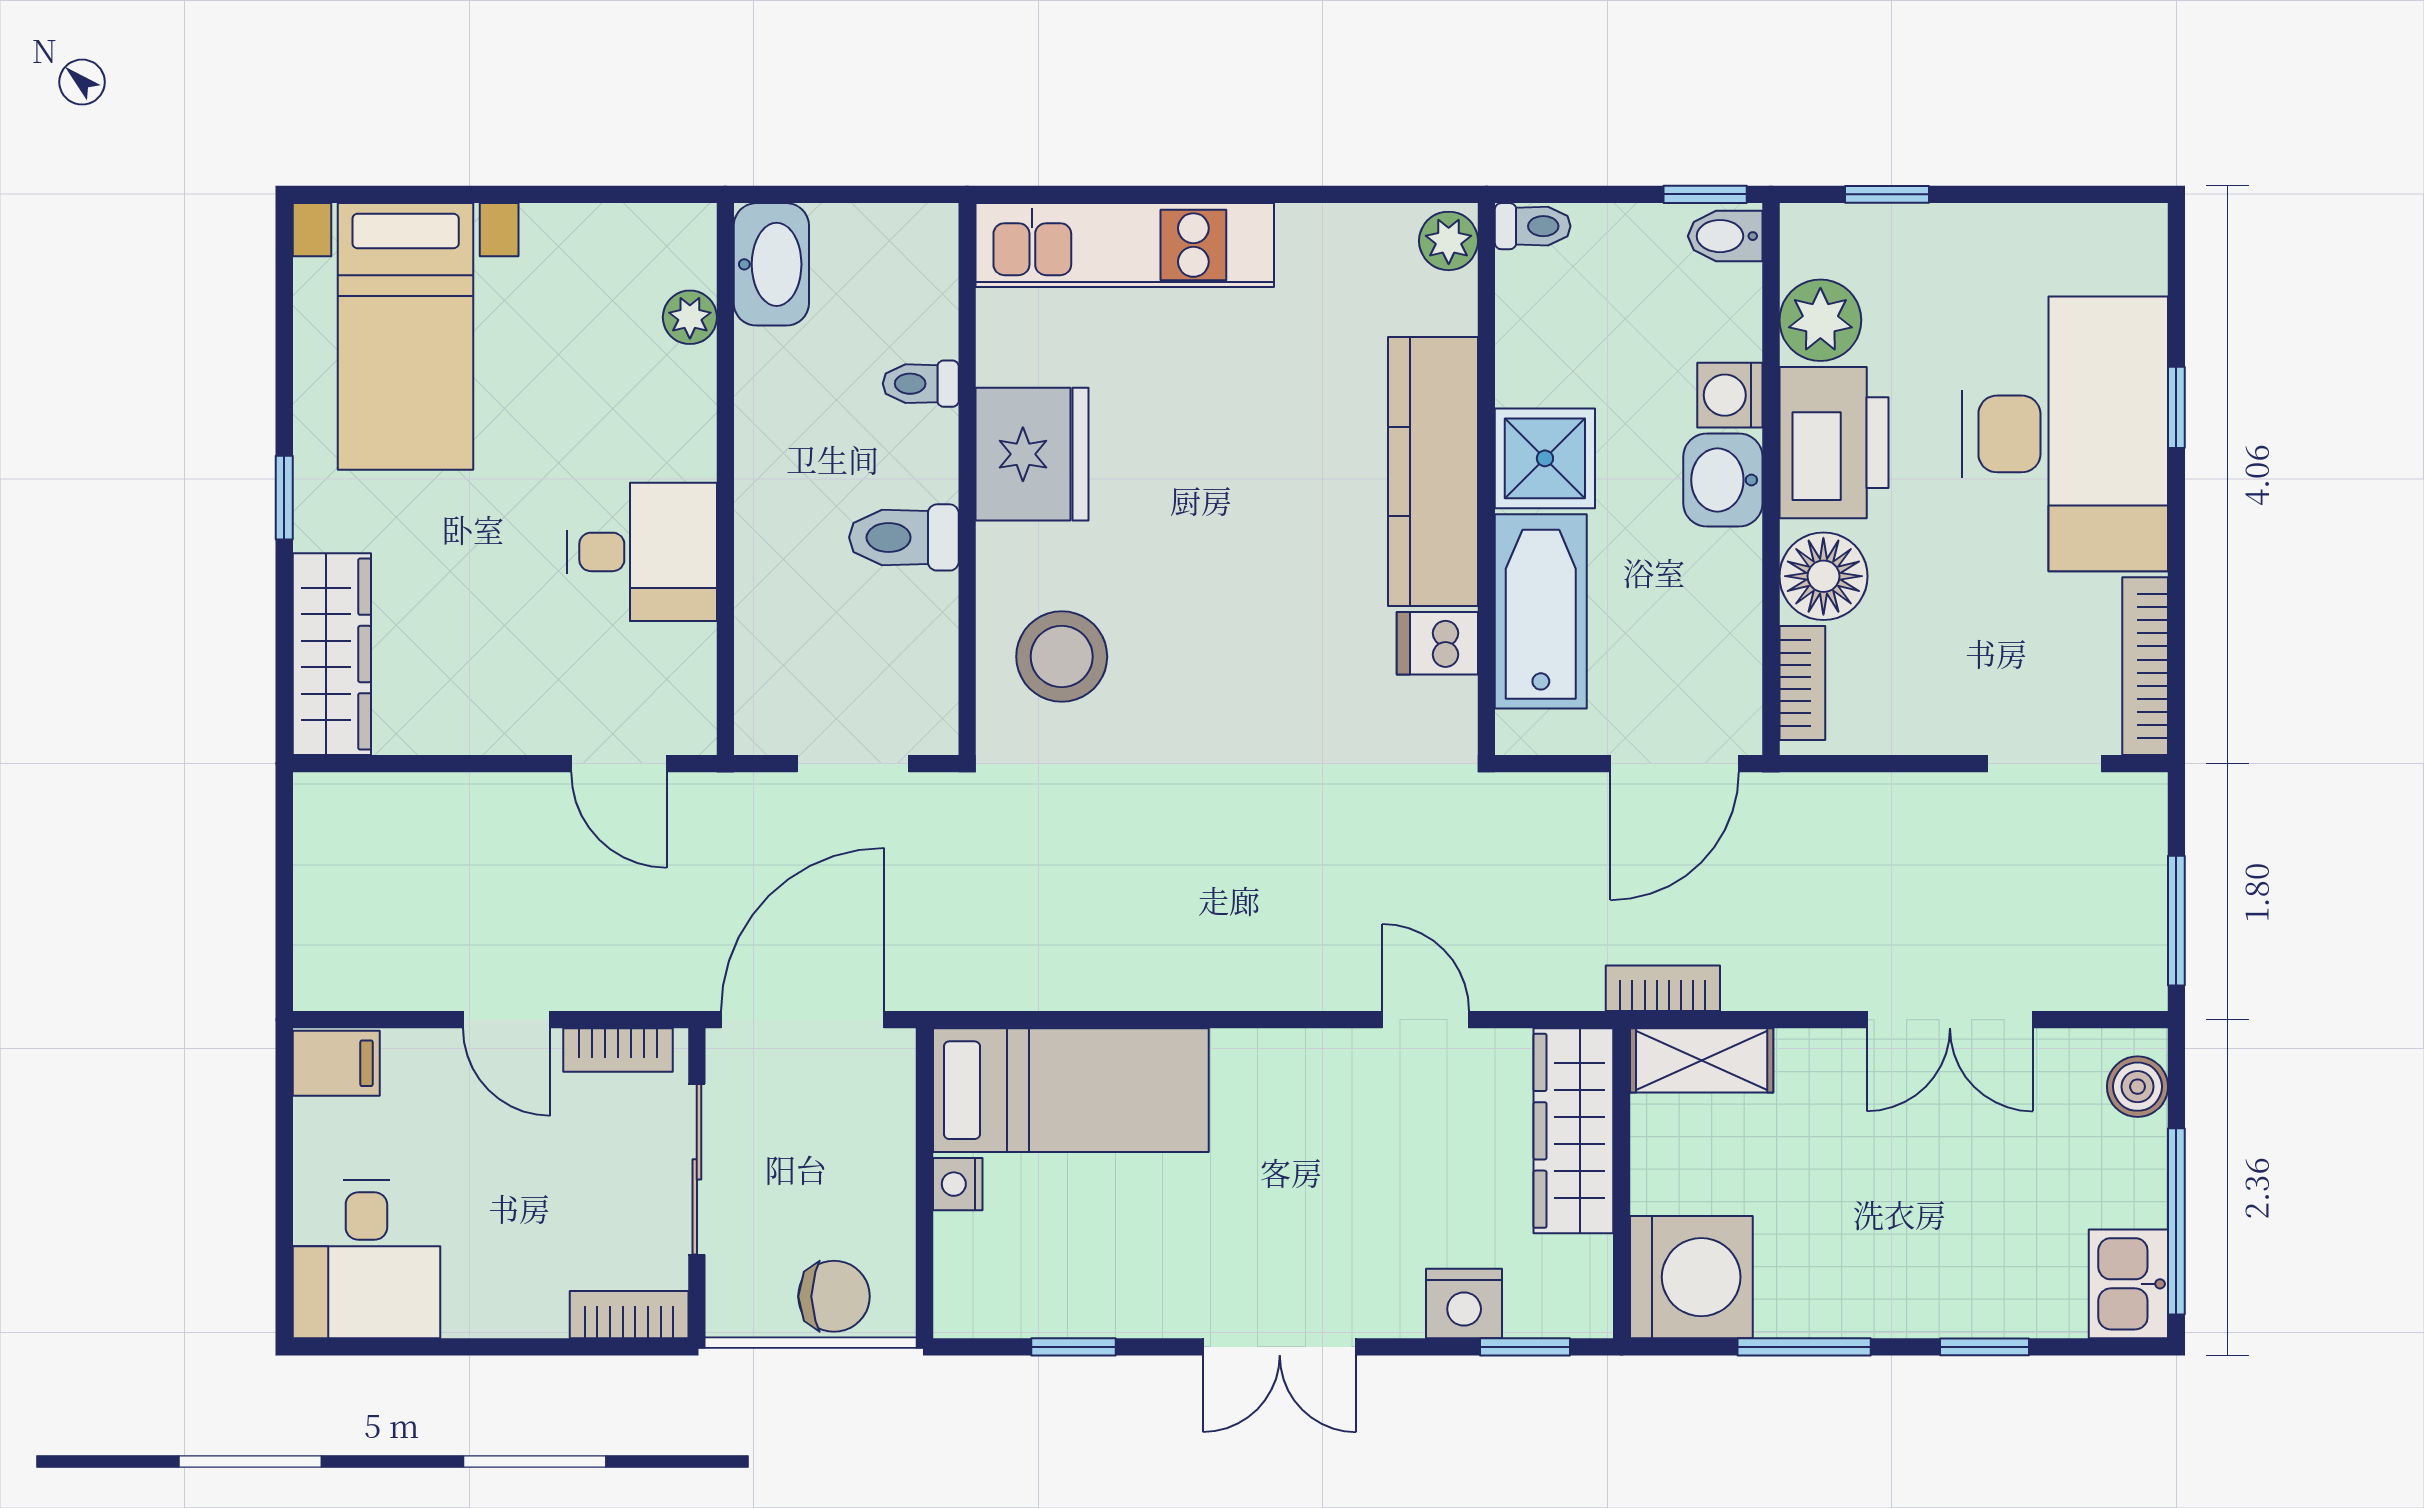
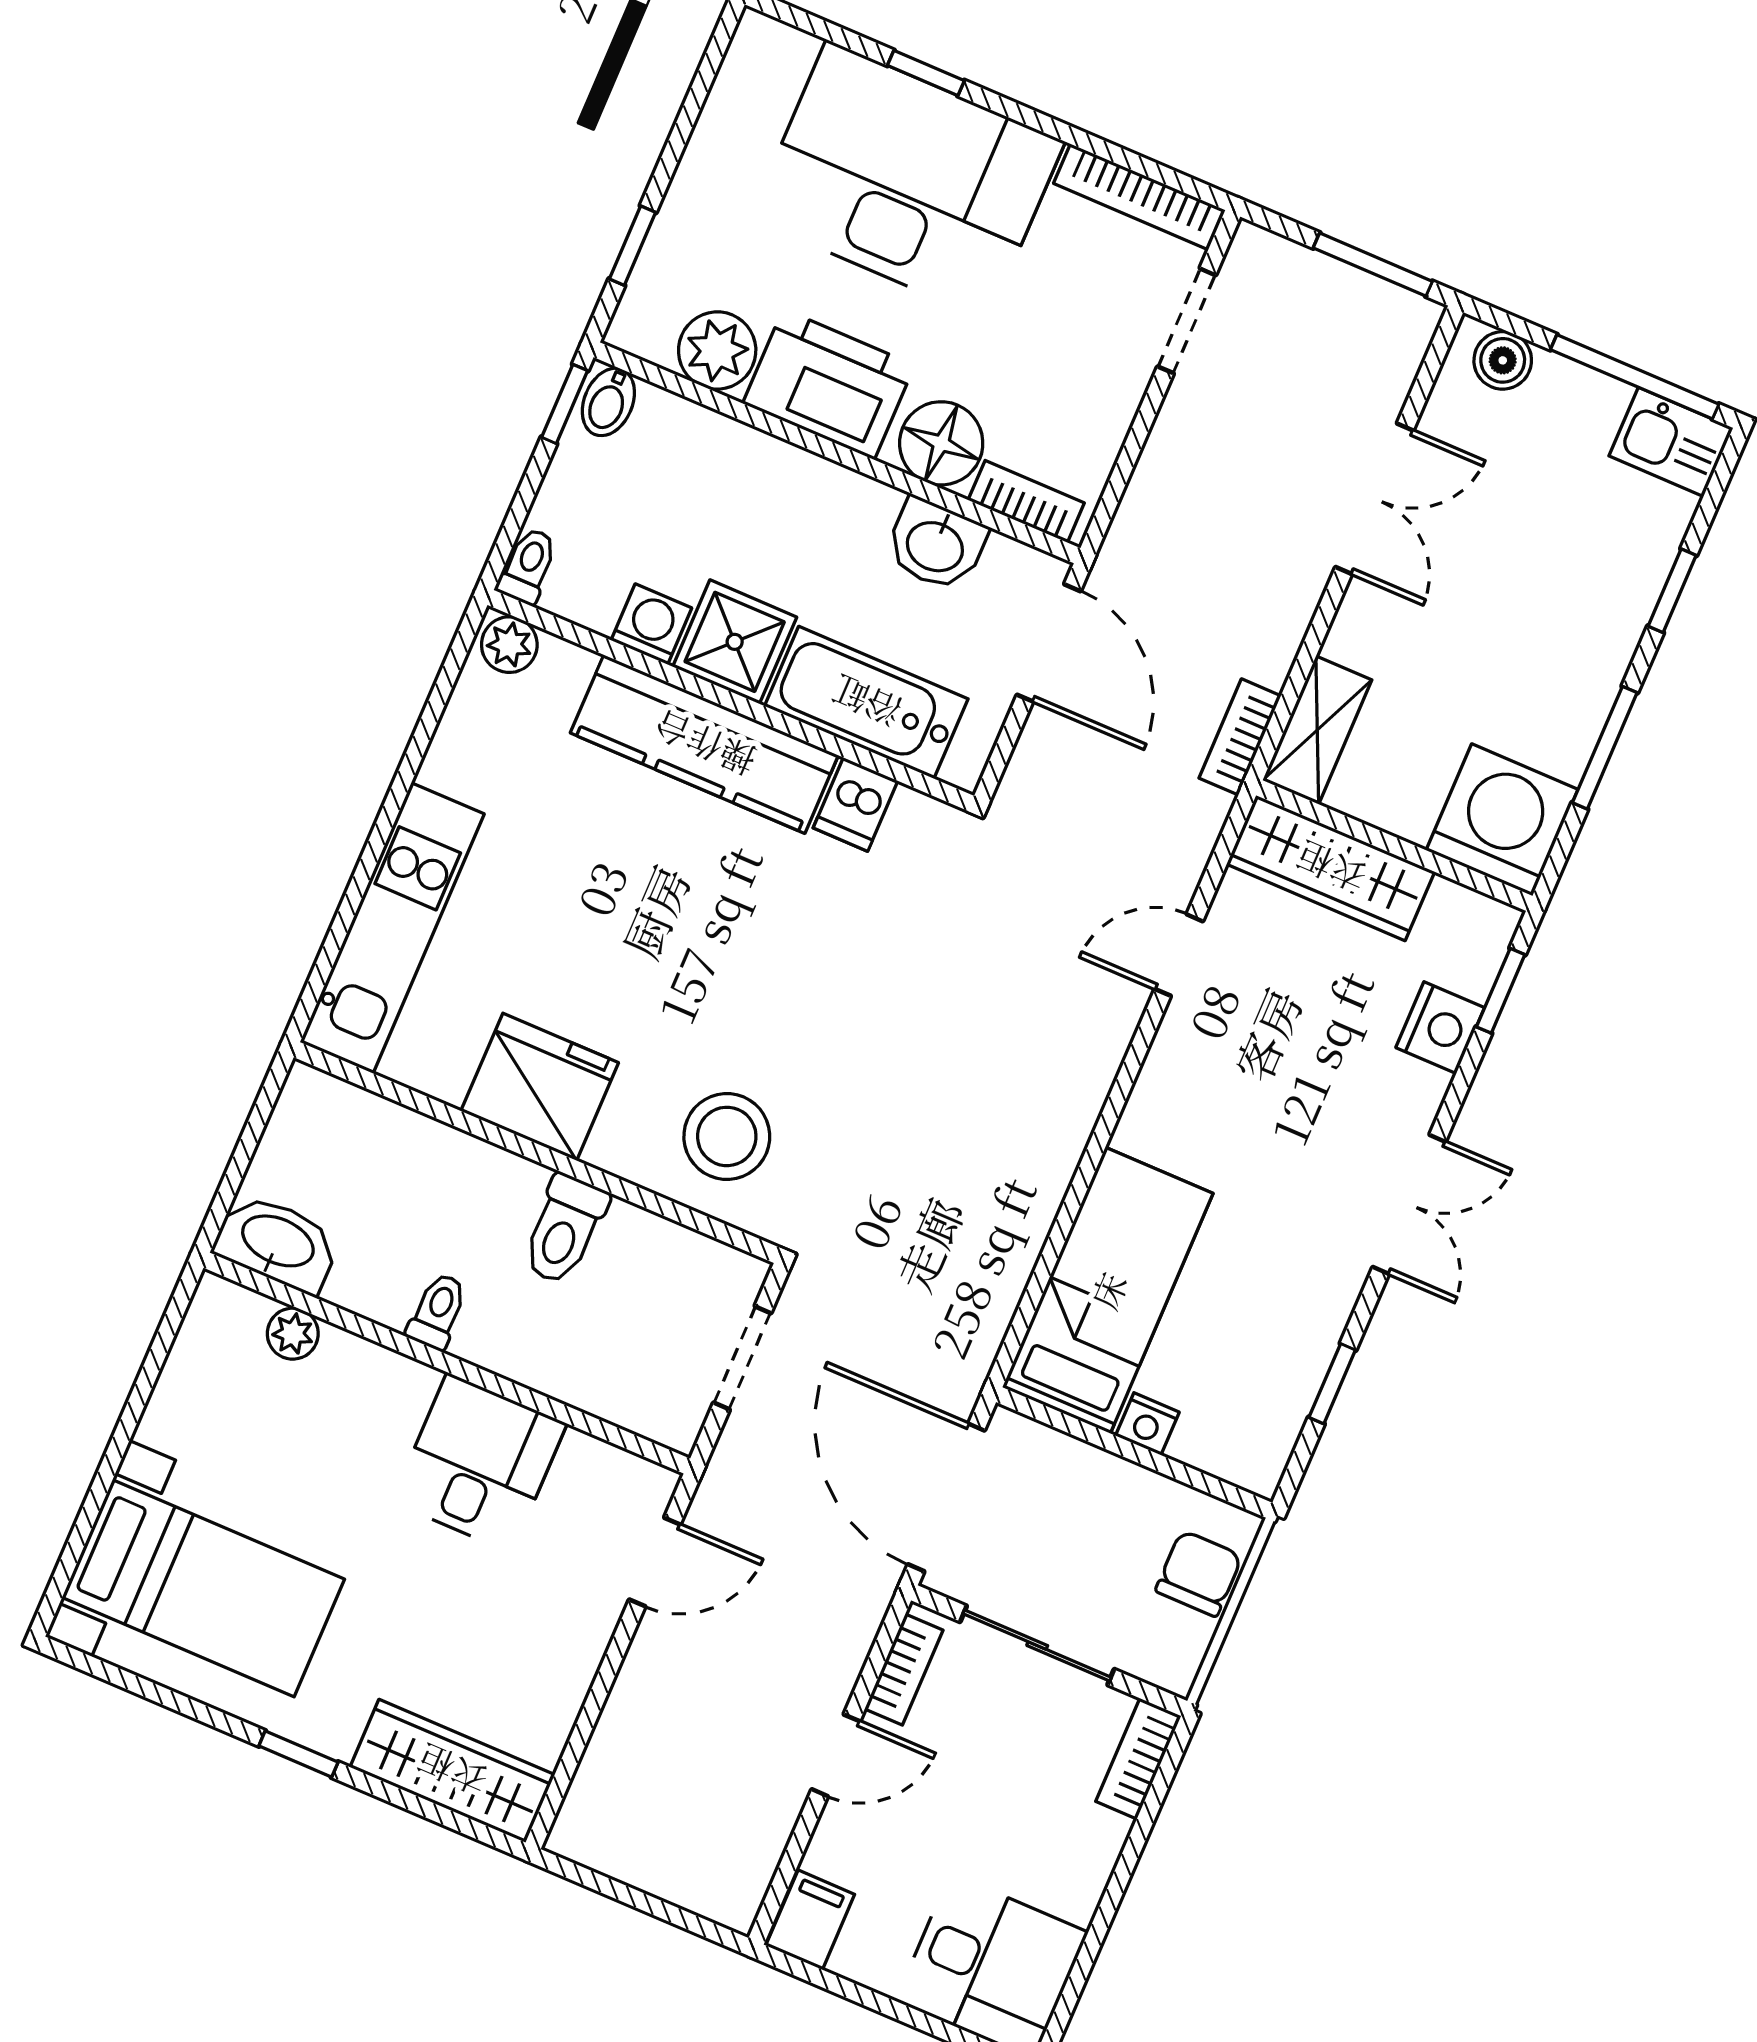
toilet: (921, 384) -> (437, 1311), moved, turned 180
washing machine: (1730, 395) -> (651, 624), moved, turned 180
washbasin: (1723, 480) -> (936, 545), moved

